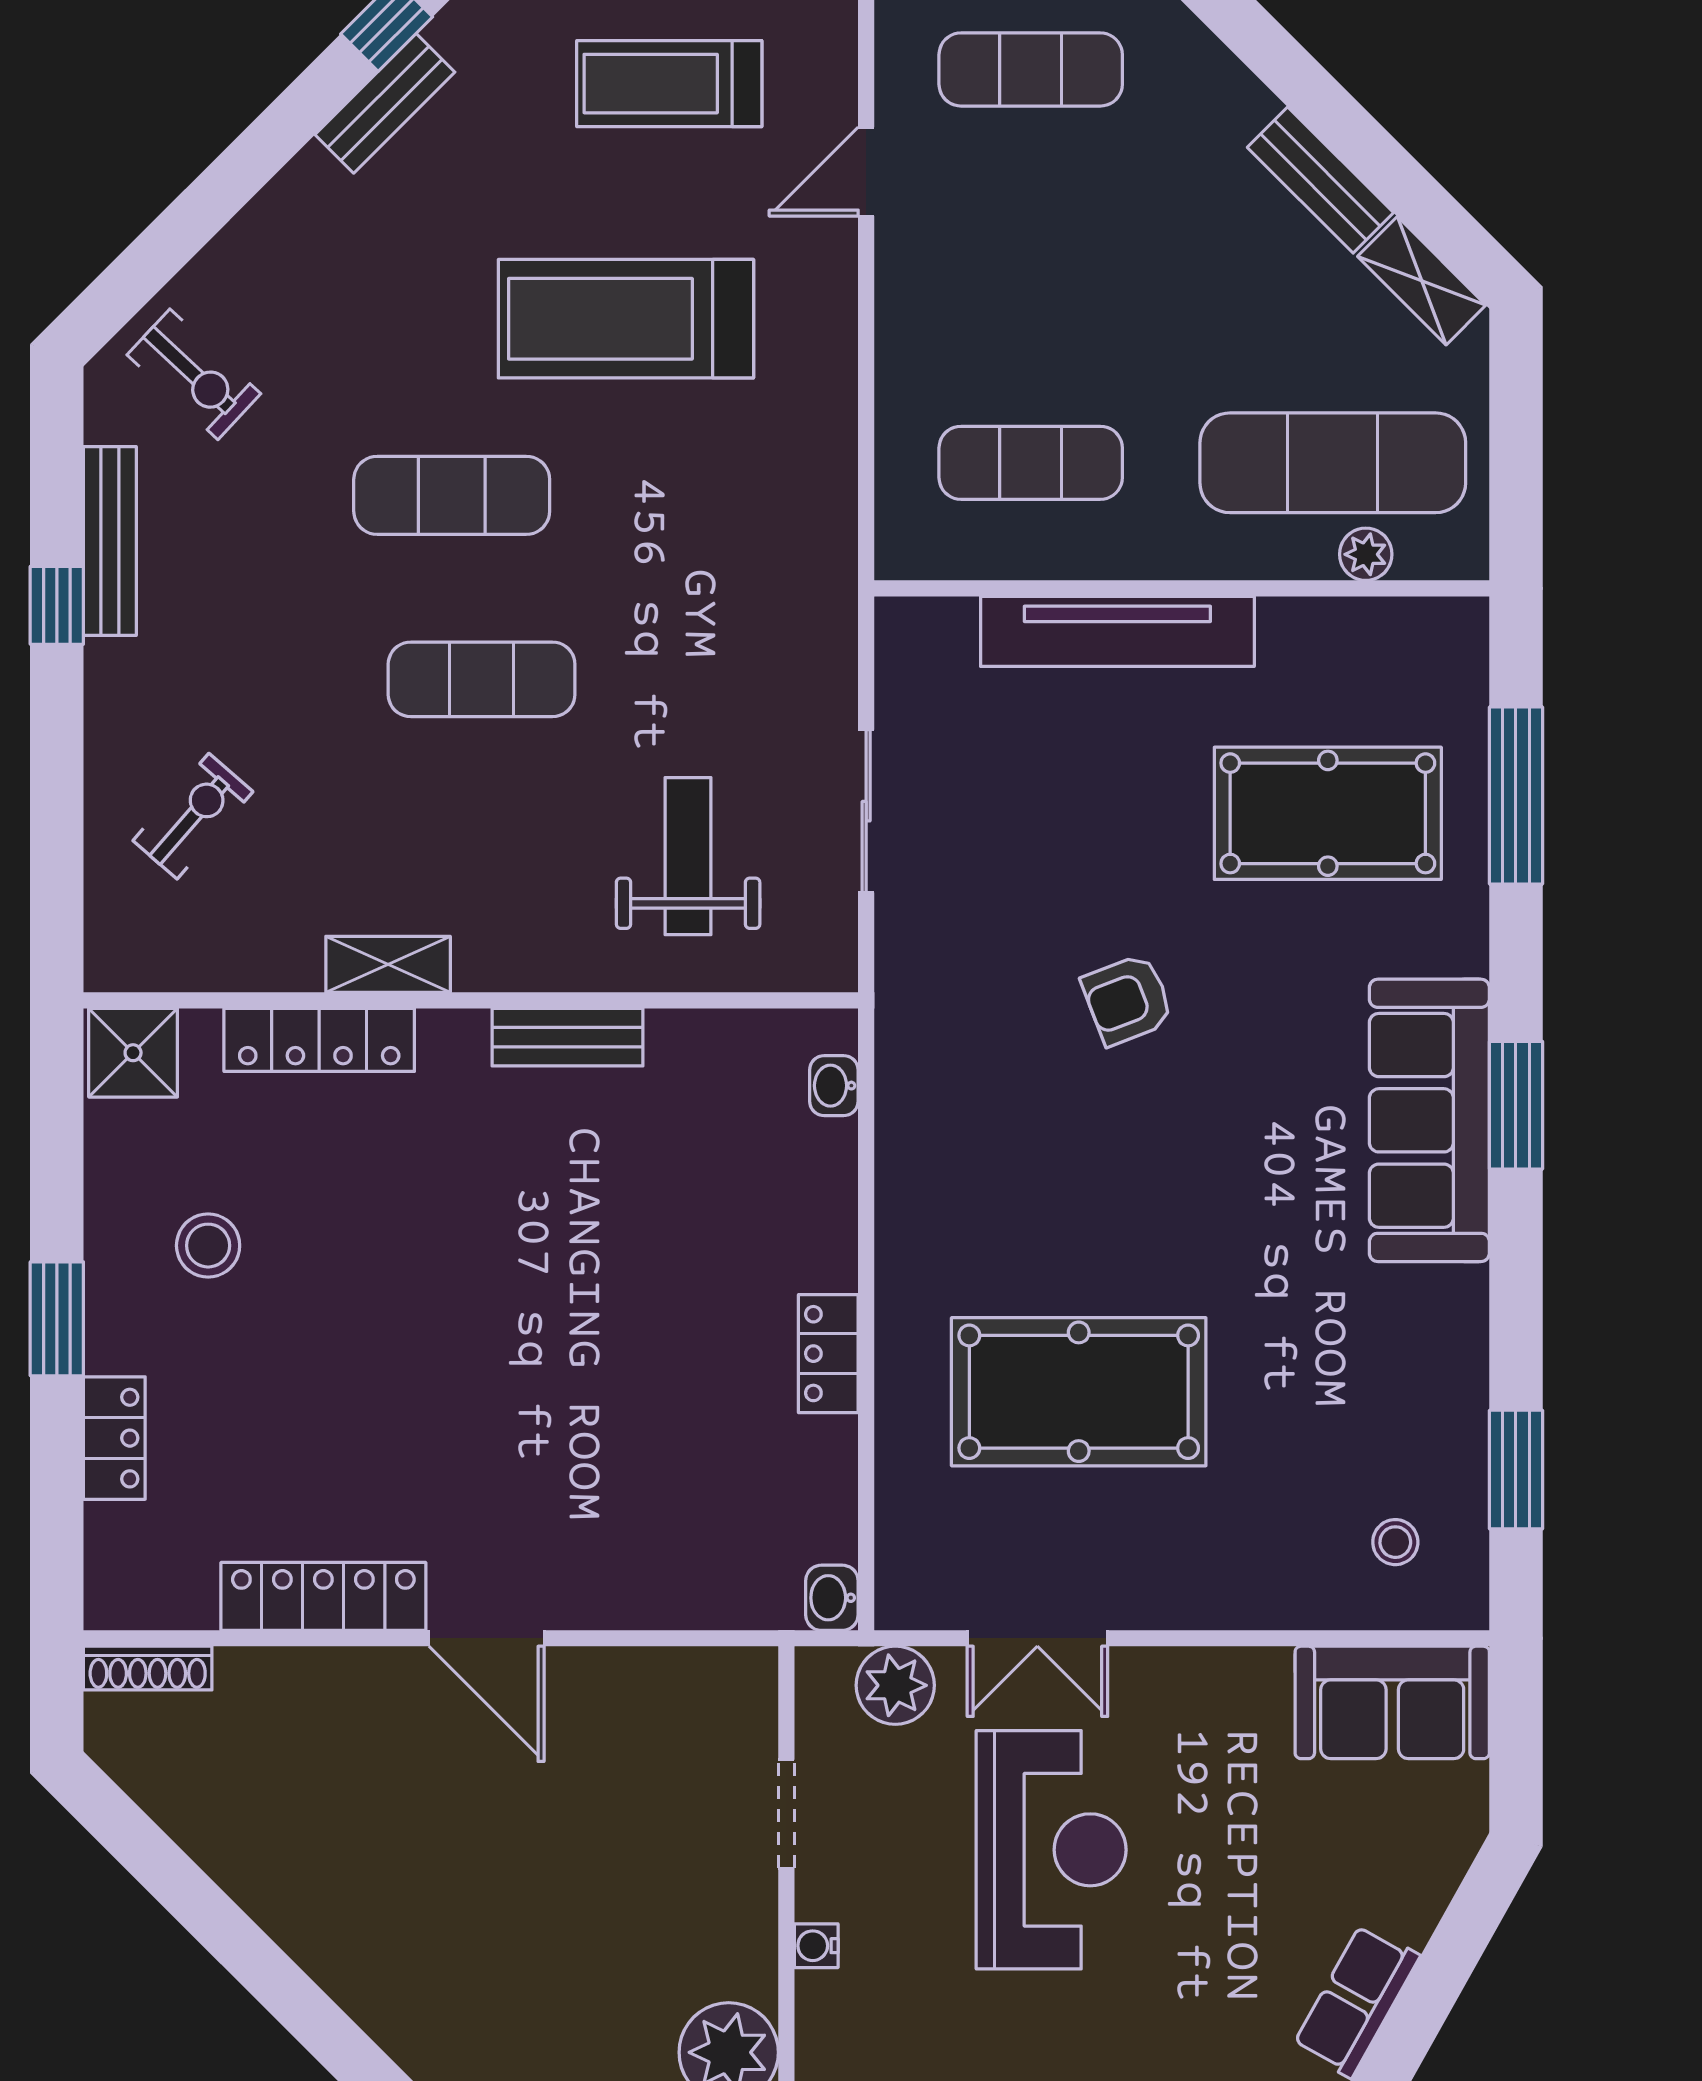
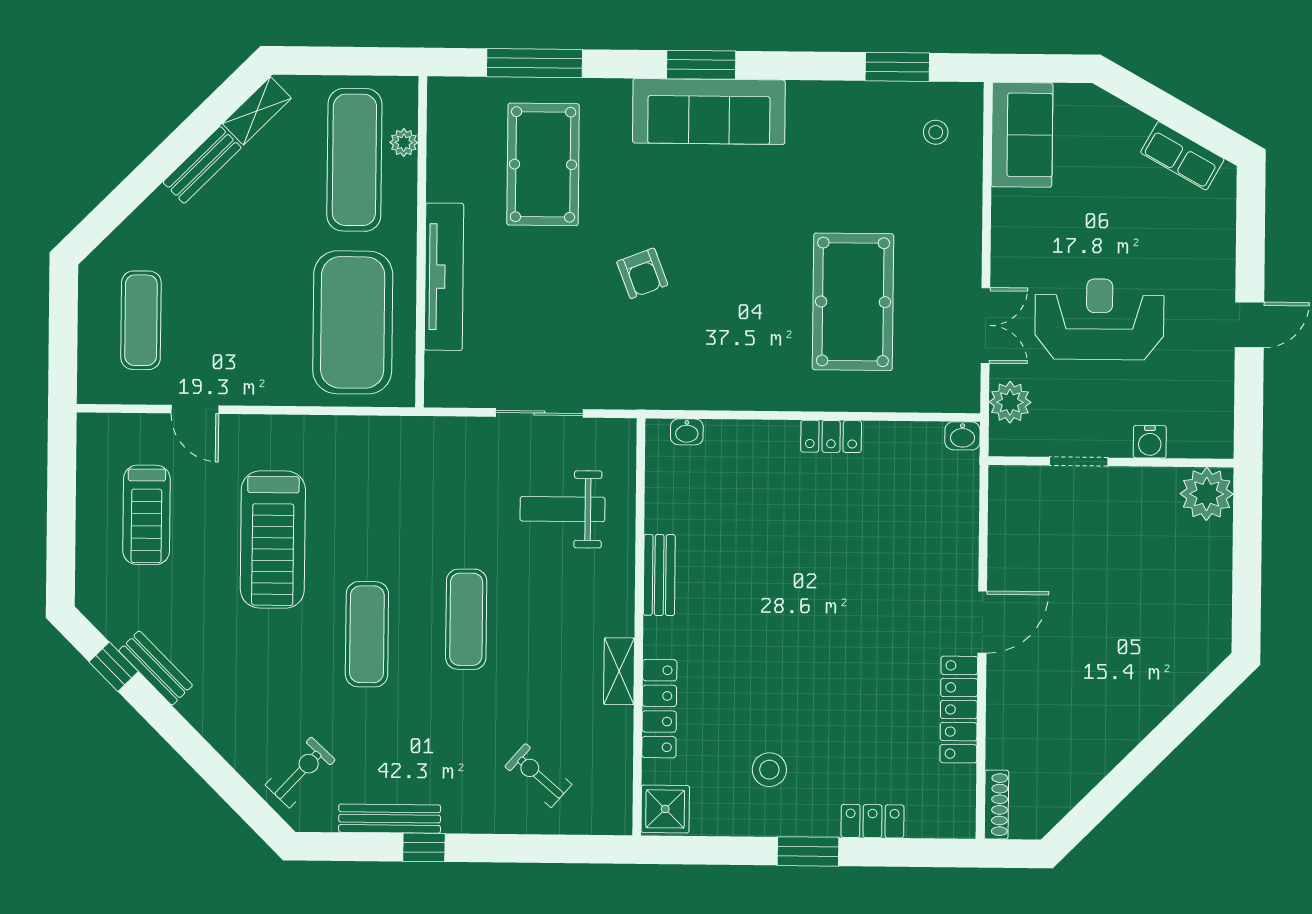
exercise mat: (1031, 463) -> (353, 322), width x2.00, depth x1.45
water cooler: (816, 1946) -> (1150, 442), width x1.38, depth x1.38

